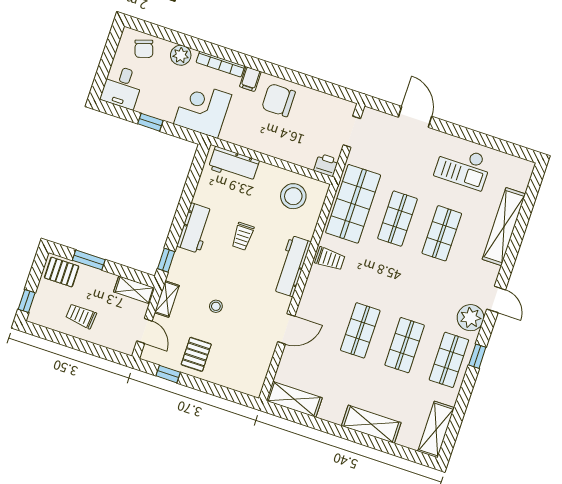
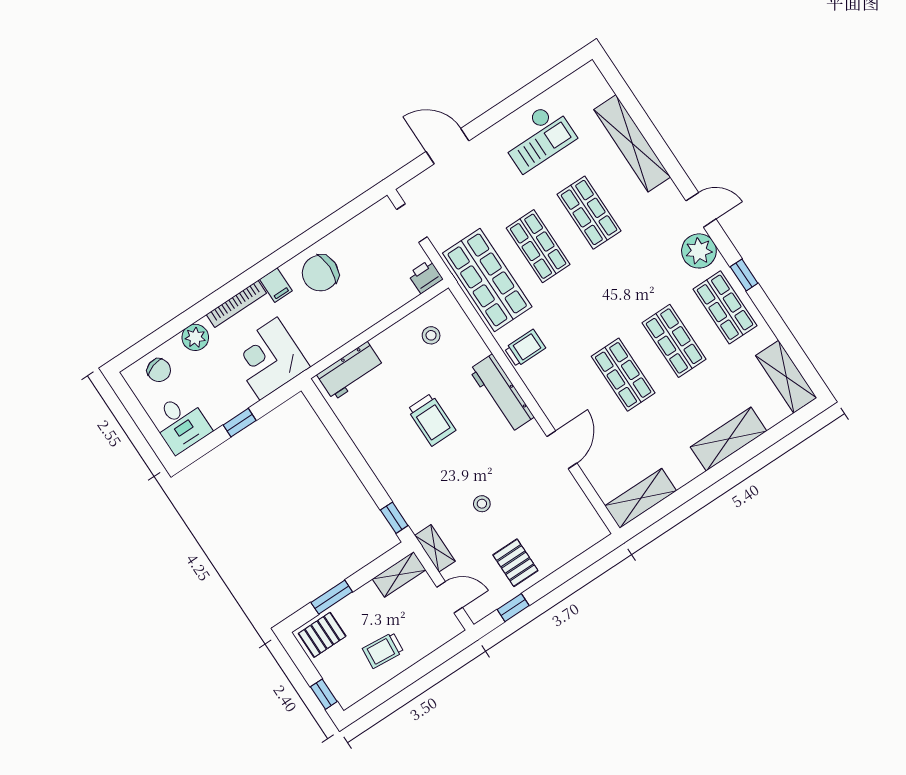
stool: (293, 196) -> (431, 335), width x0.53, depth x0.53
workbench: (195, 228) -> (385, 462), removed
trolley: (243, 236) -> (432, 420), width x1.36, depth x1.39

